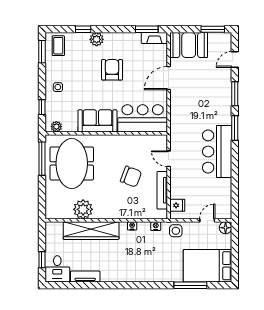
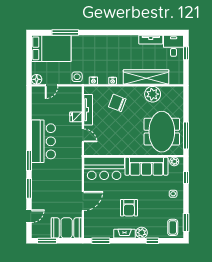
fireplace: (154, 38) -> (125, 234), moved
sofa: (97, 121) -> (146, 166), width x1.36
chair: (131, 177) -> (117, 103), moved
fridge: (177, 205) -> (76, 117), moved

